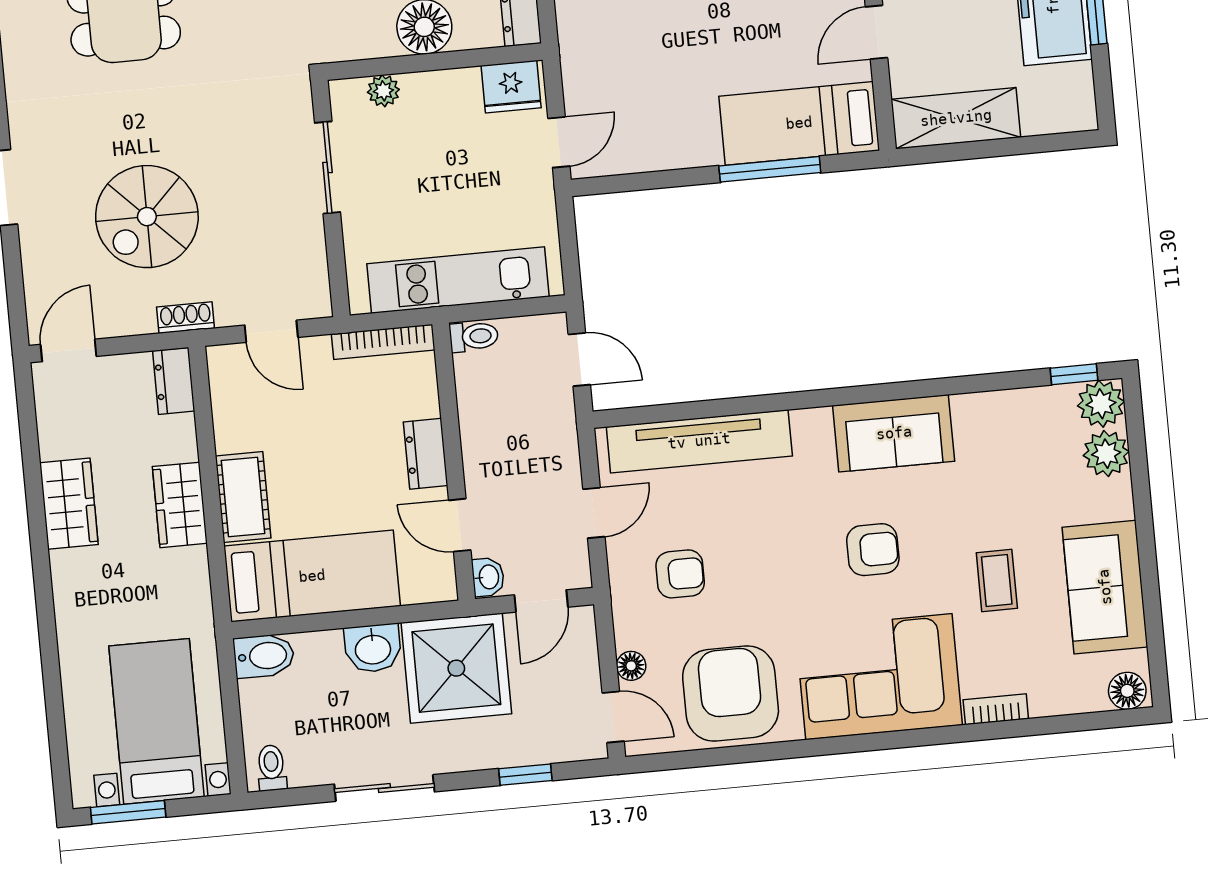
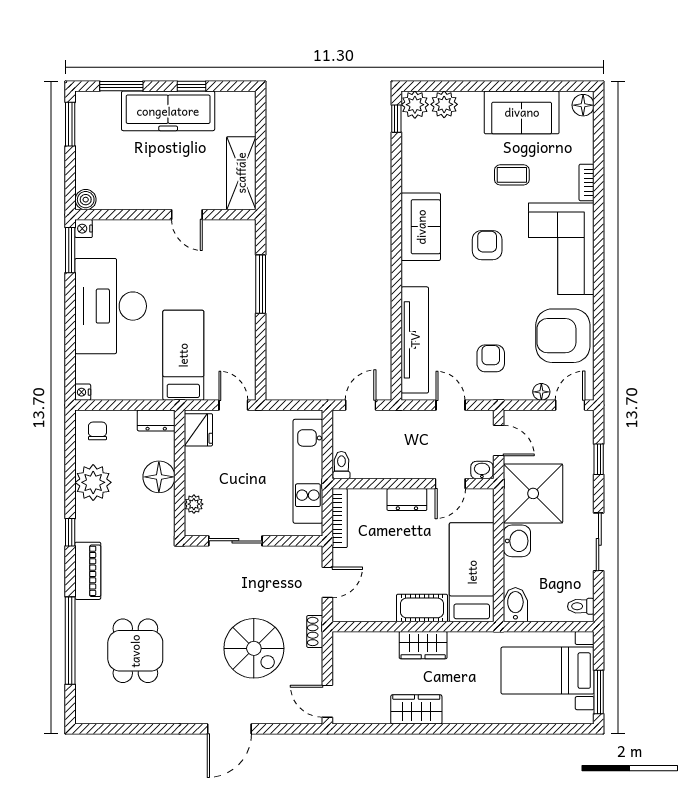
bed: (799, 123) -> (183, 355), moved, turned 180
dresser: (174, 381) -> (351, 642), removed

